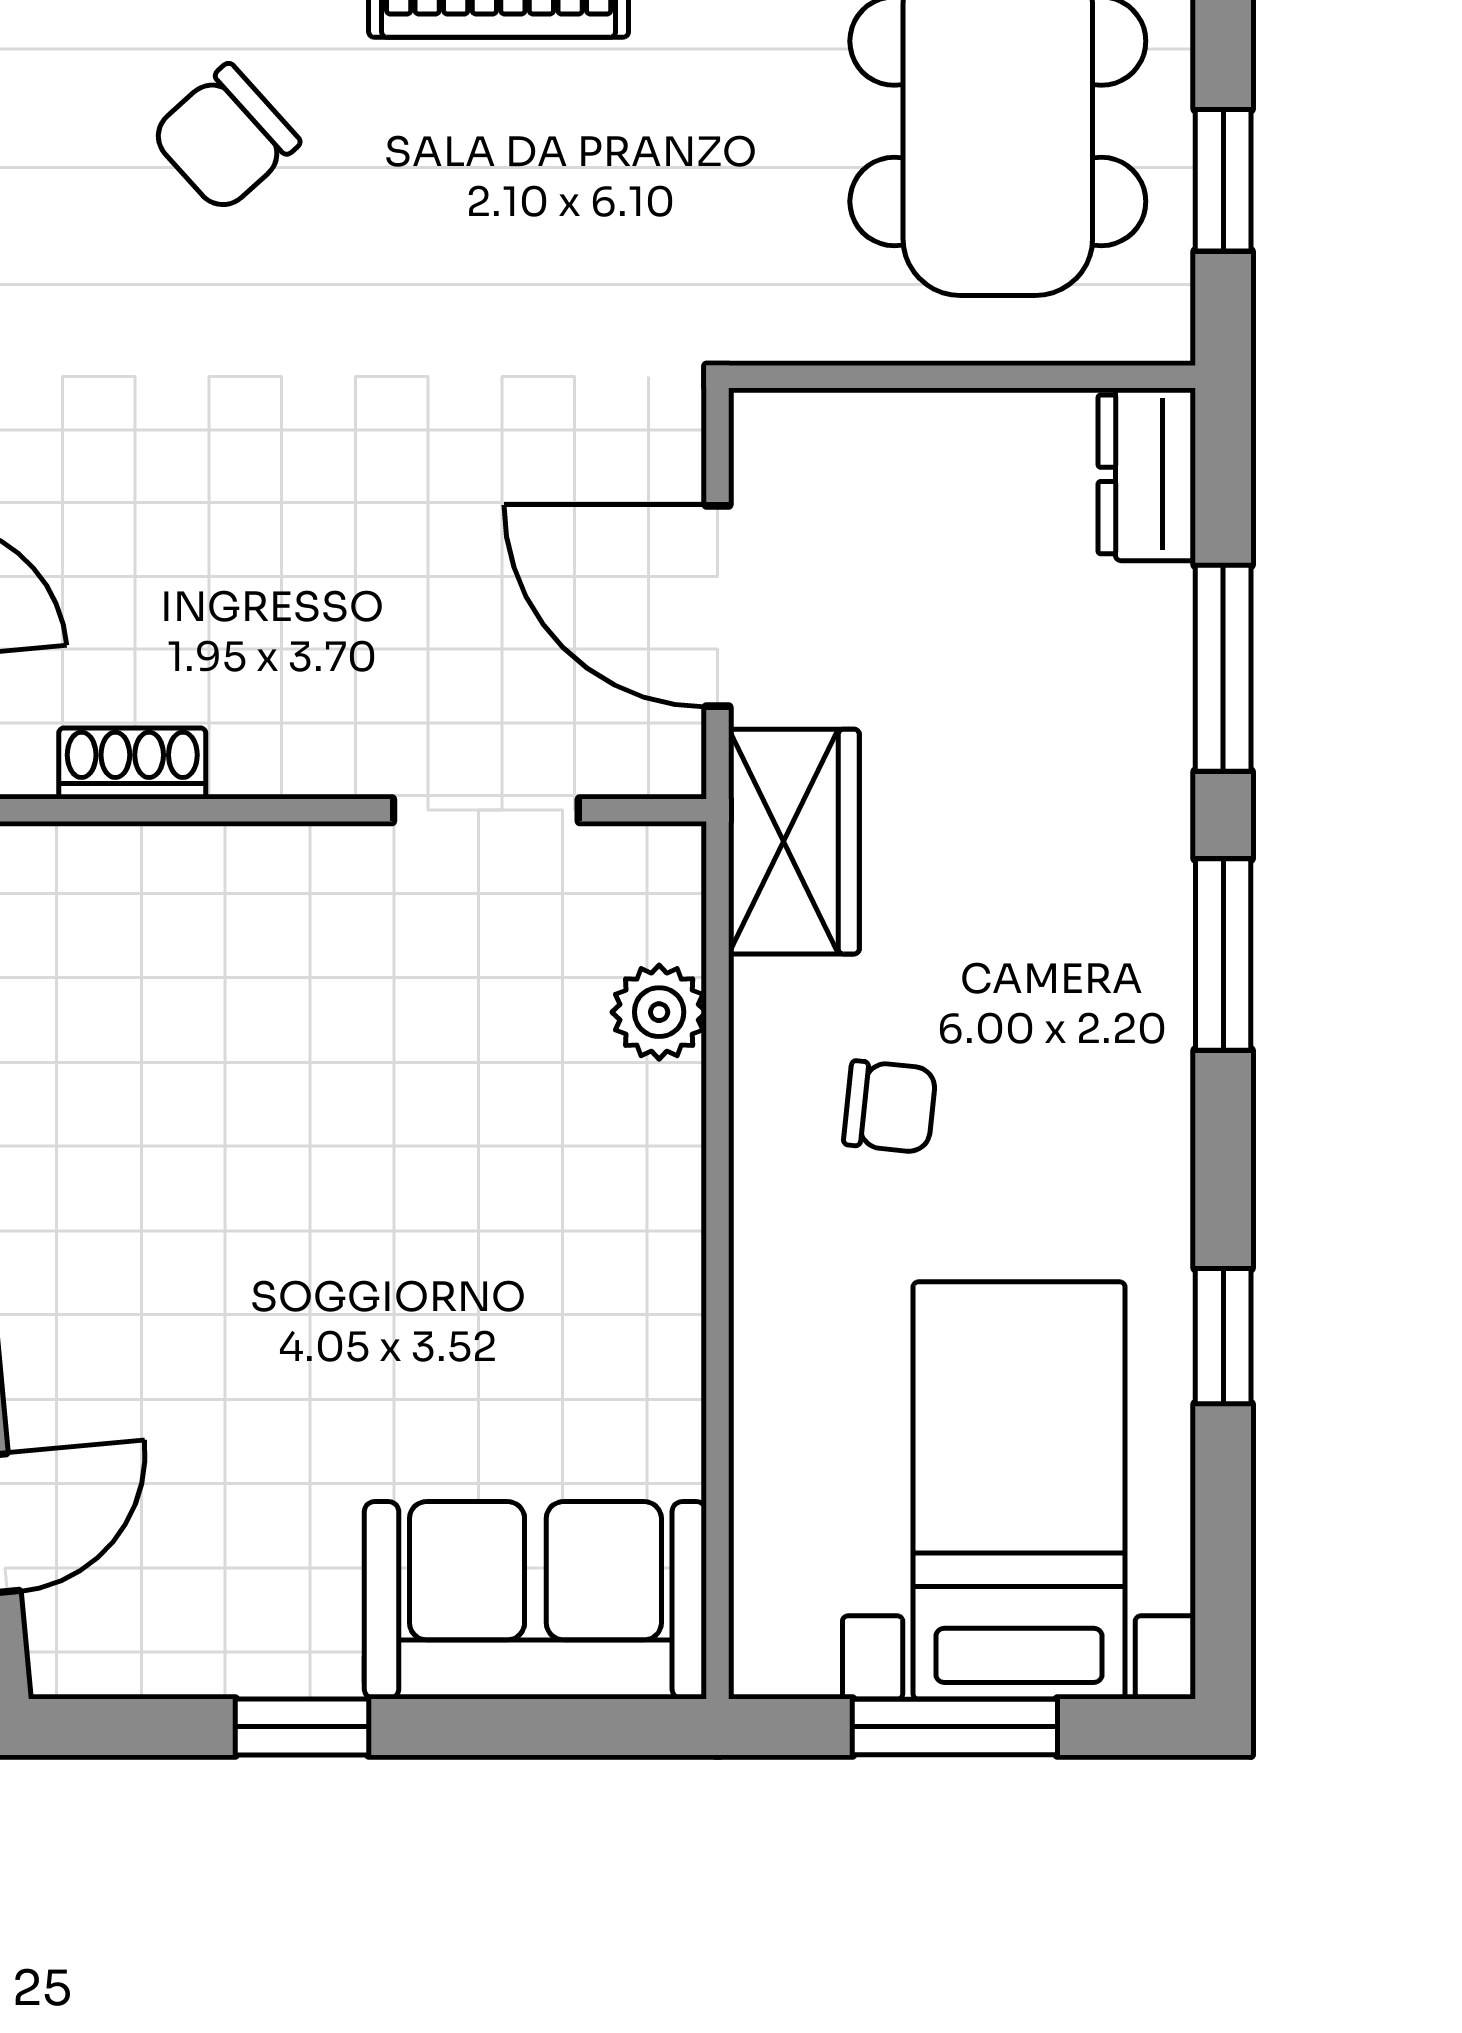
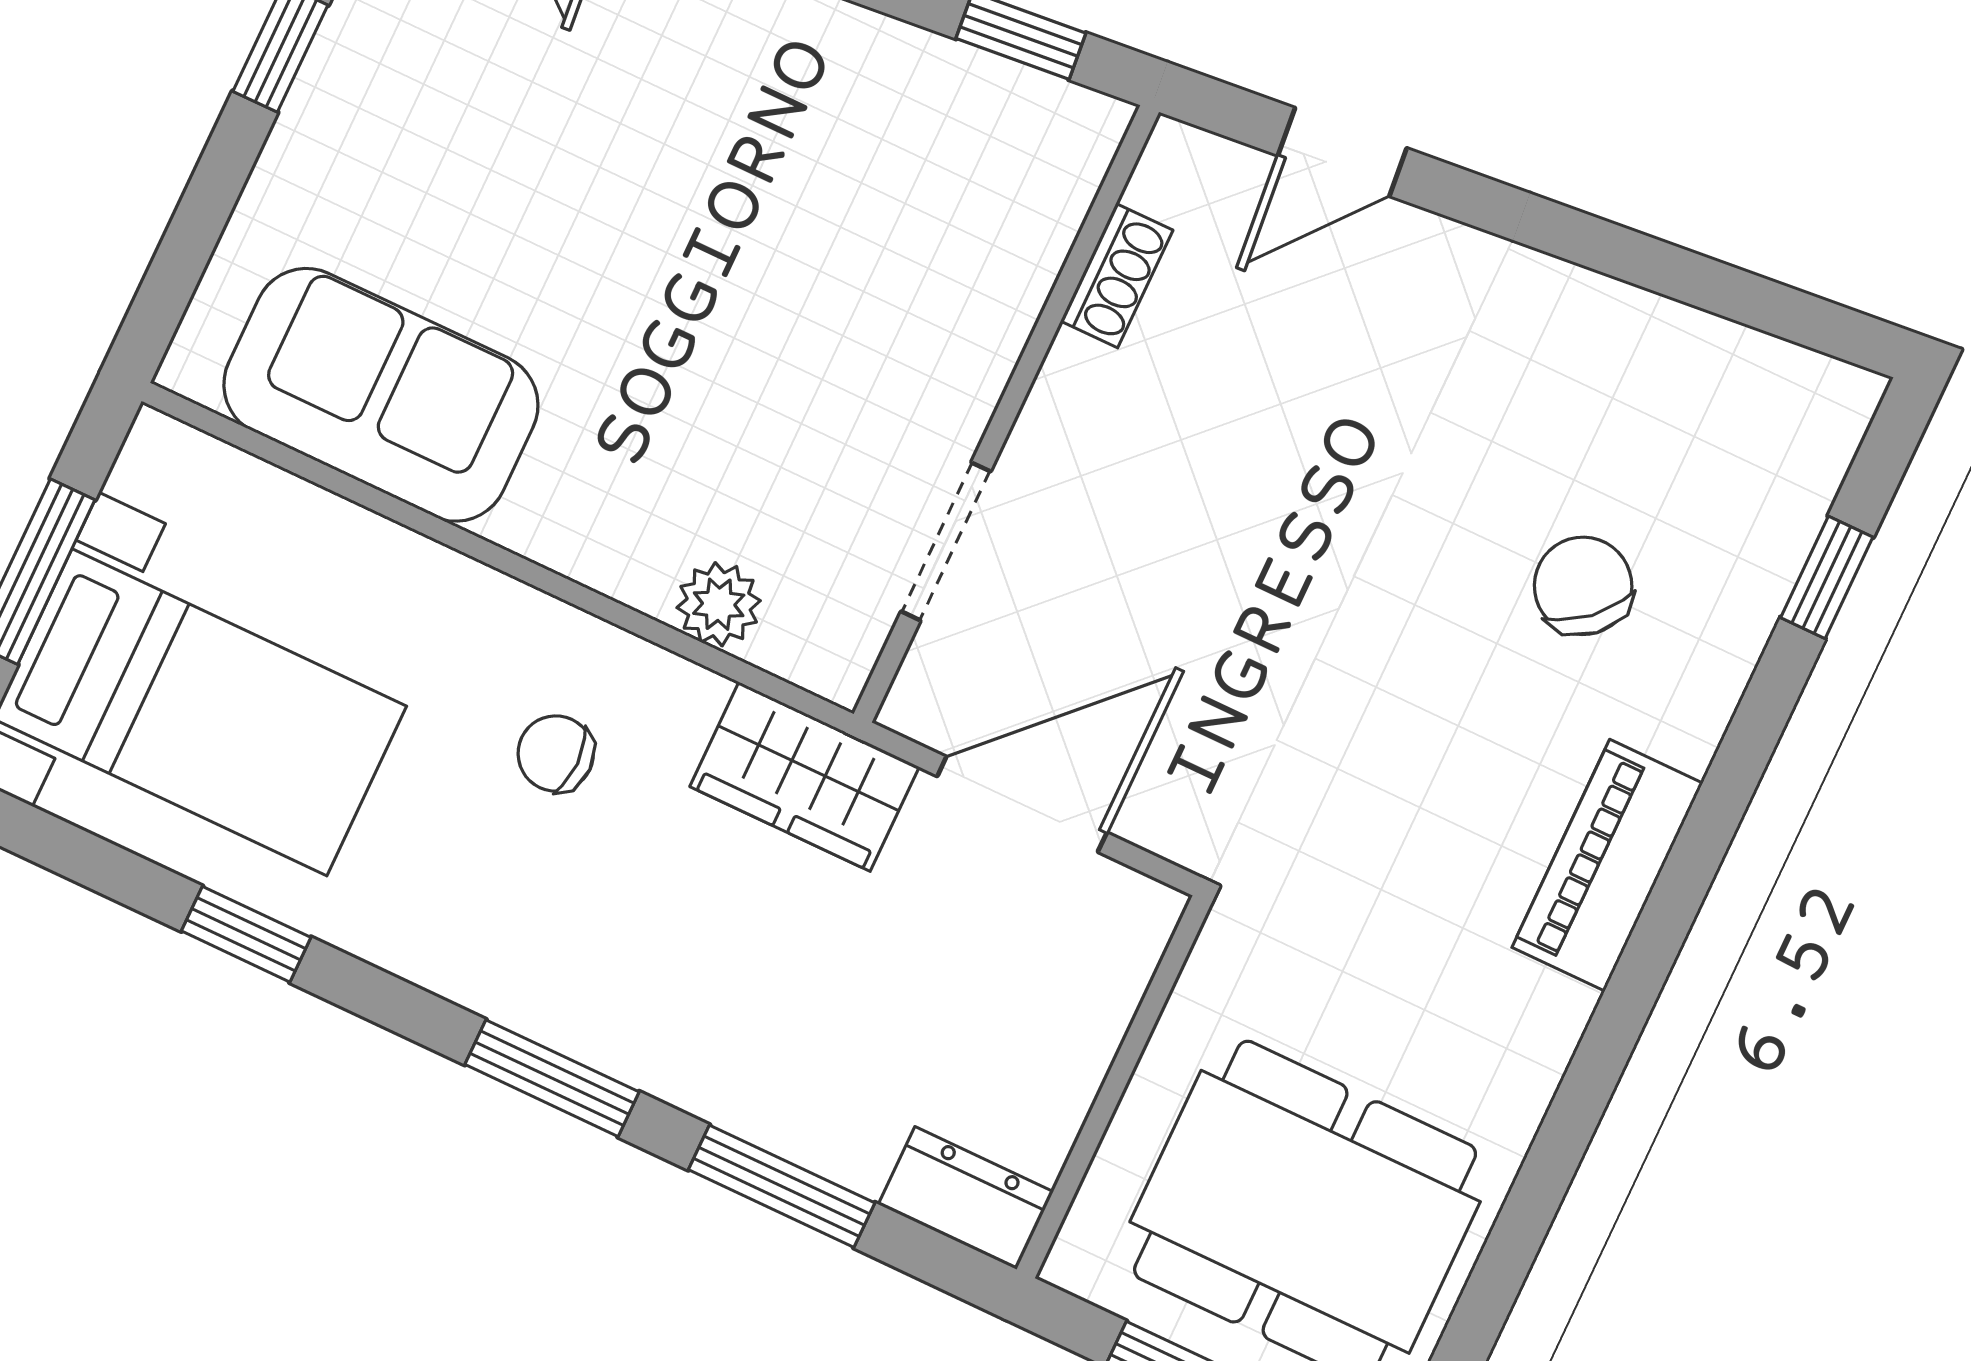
chair: (890, 1107) -> (556, 753), turned 84
sofa: (535, 1600) -> (381, 395), moved, turned -90

